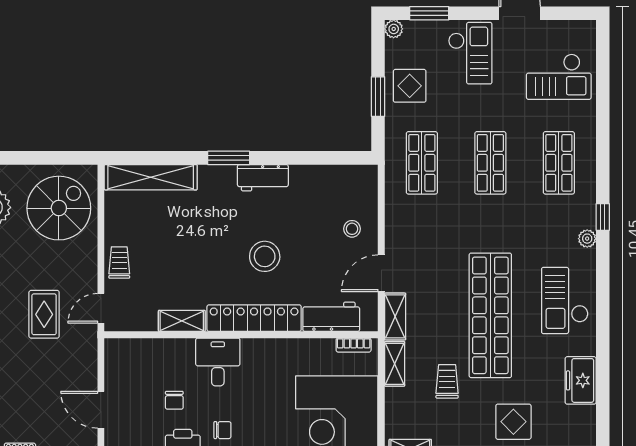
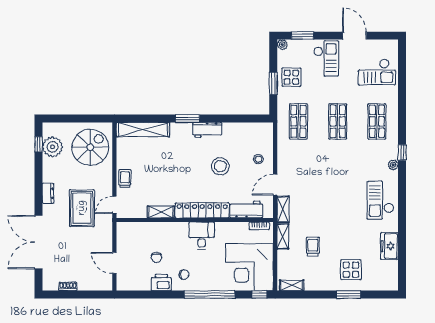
stool: (265, 256) -> (220, 166), moved
rug: (44, 314) -> (82, 208), width x1.36, depth x1.43
shop shelf: (490, 315) -> (338, 209), removed
desk: (218, 362) -> (202, 236), moved

